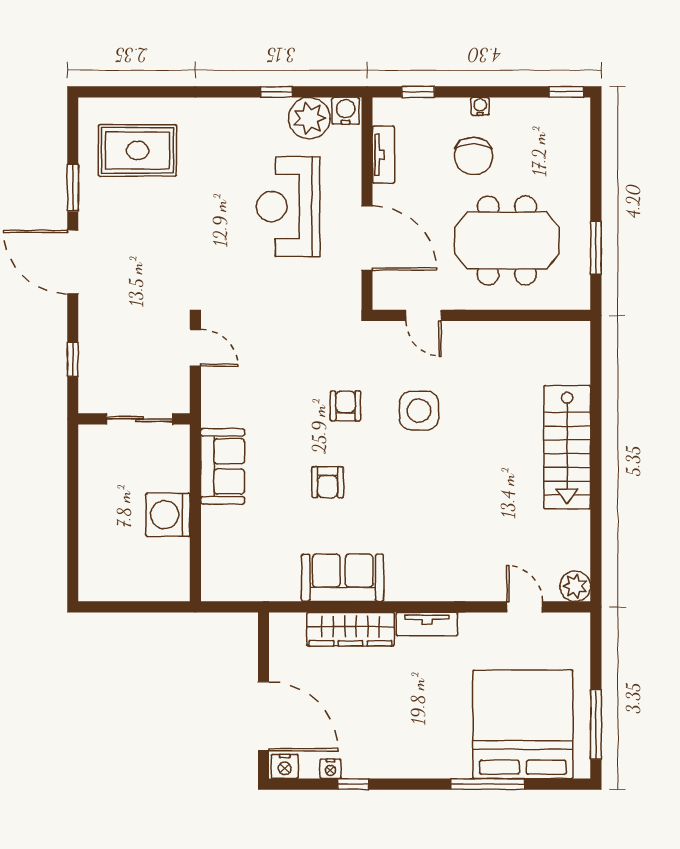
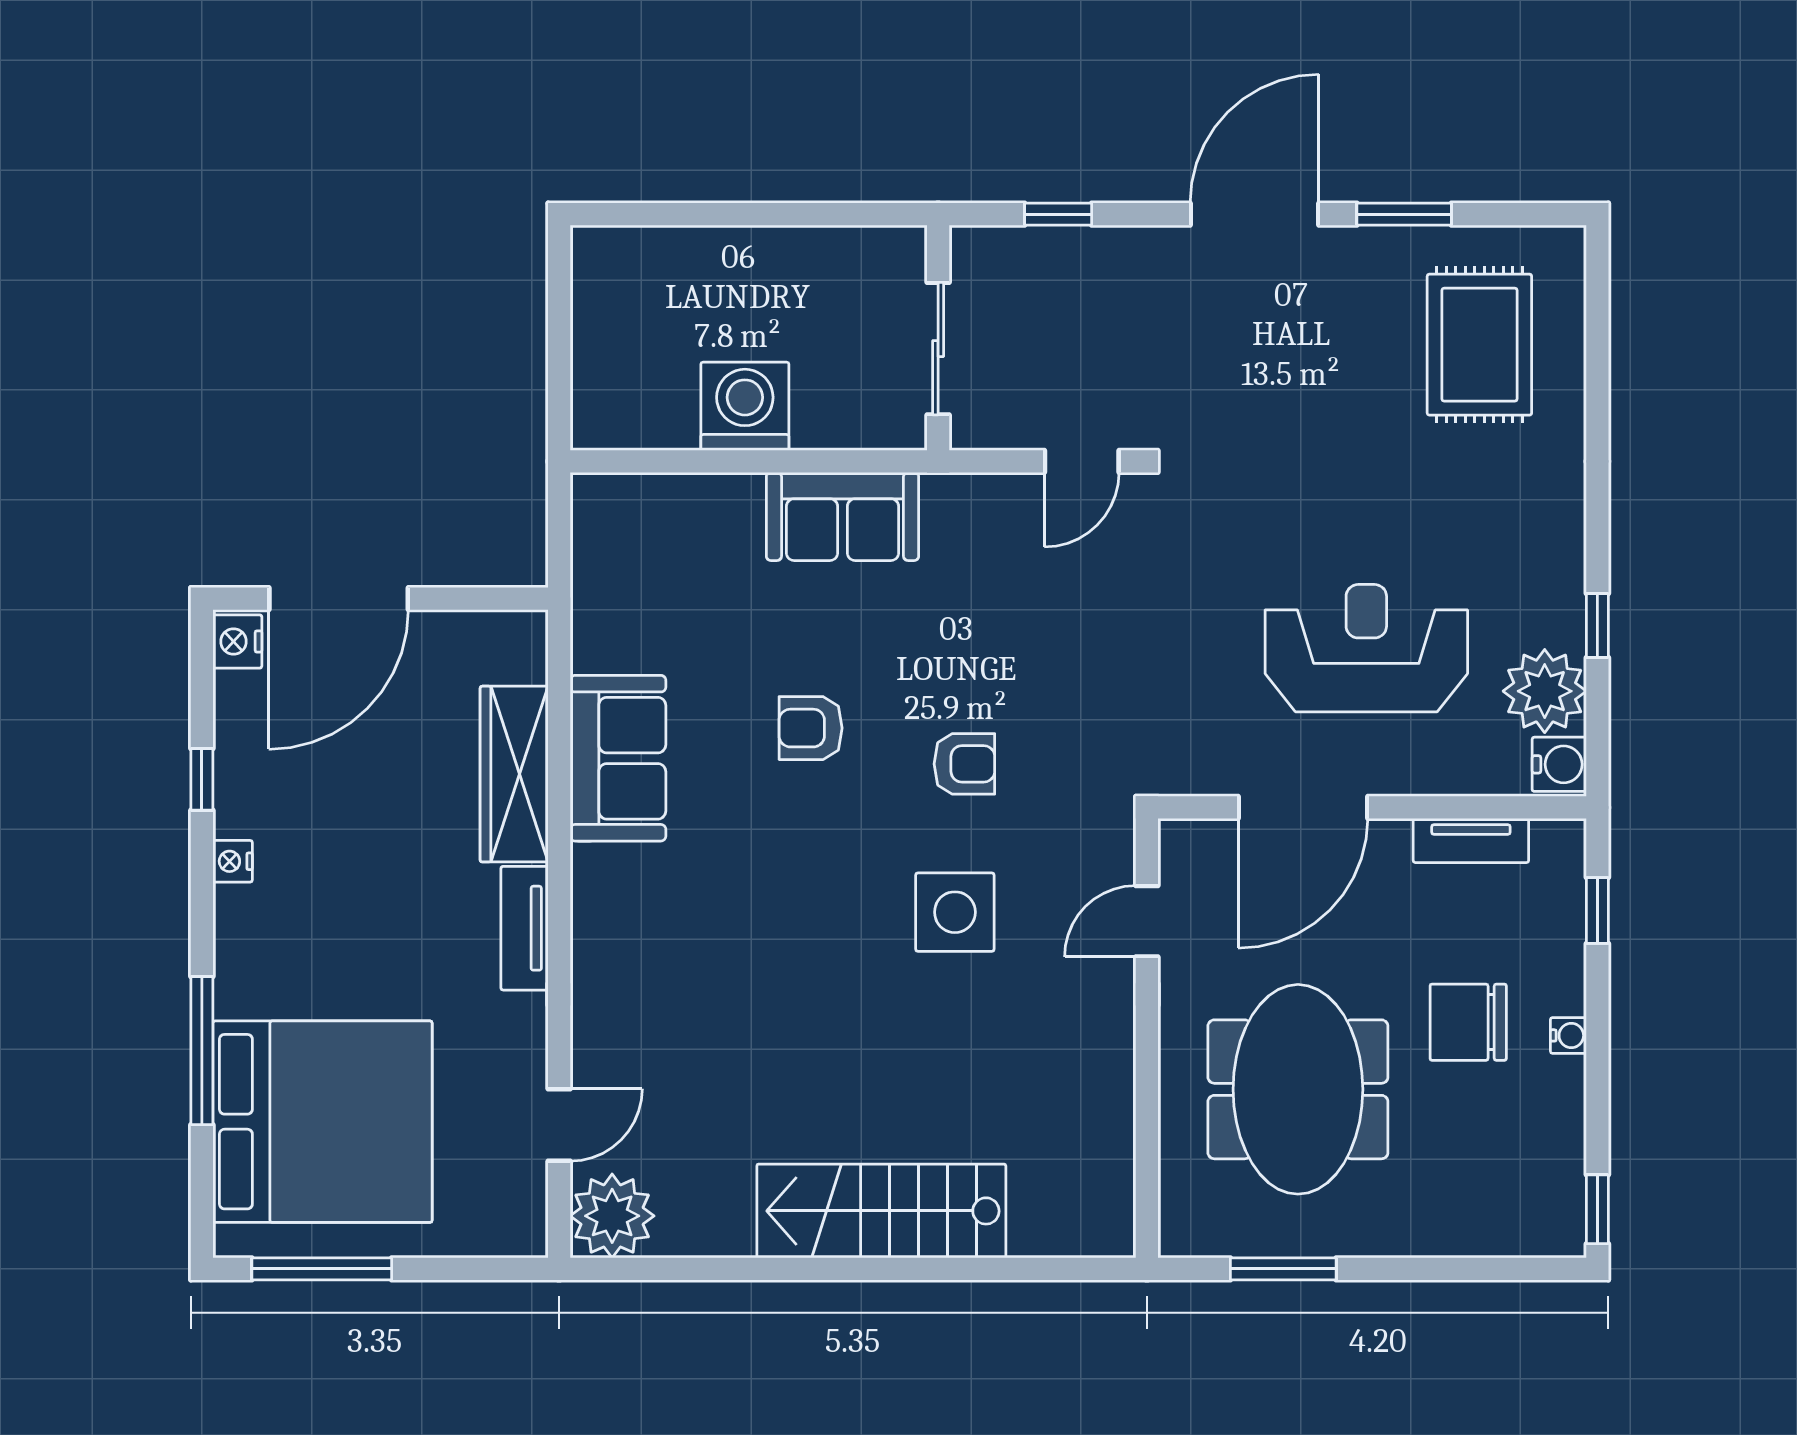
plant: (575, 586) -> (612, 1216), width x1.36, depth x1.36
nightstand: (330, 769) -> (233, 861), moved

